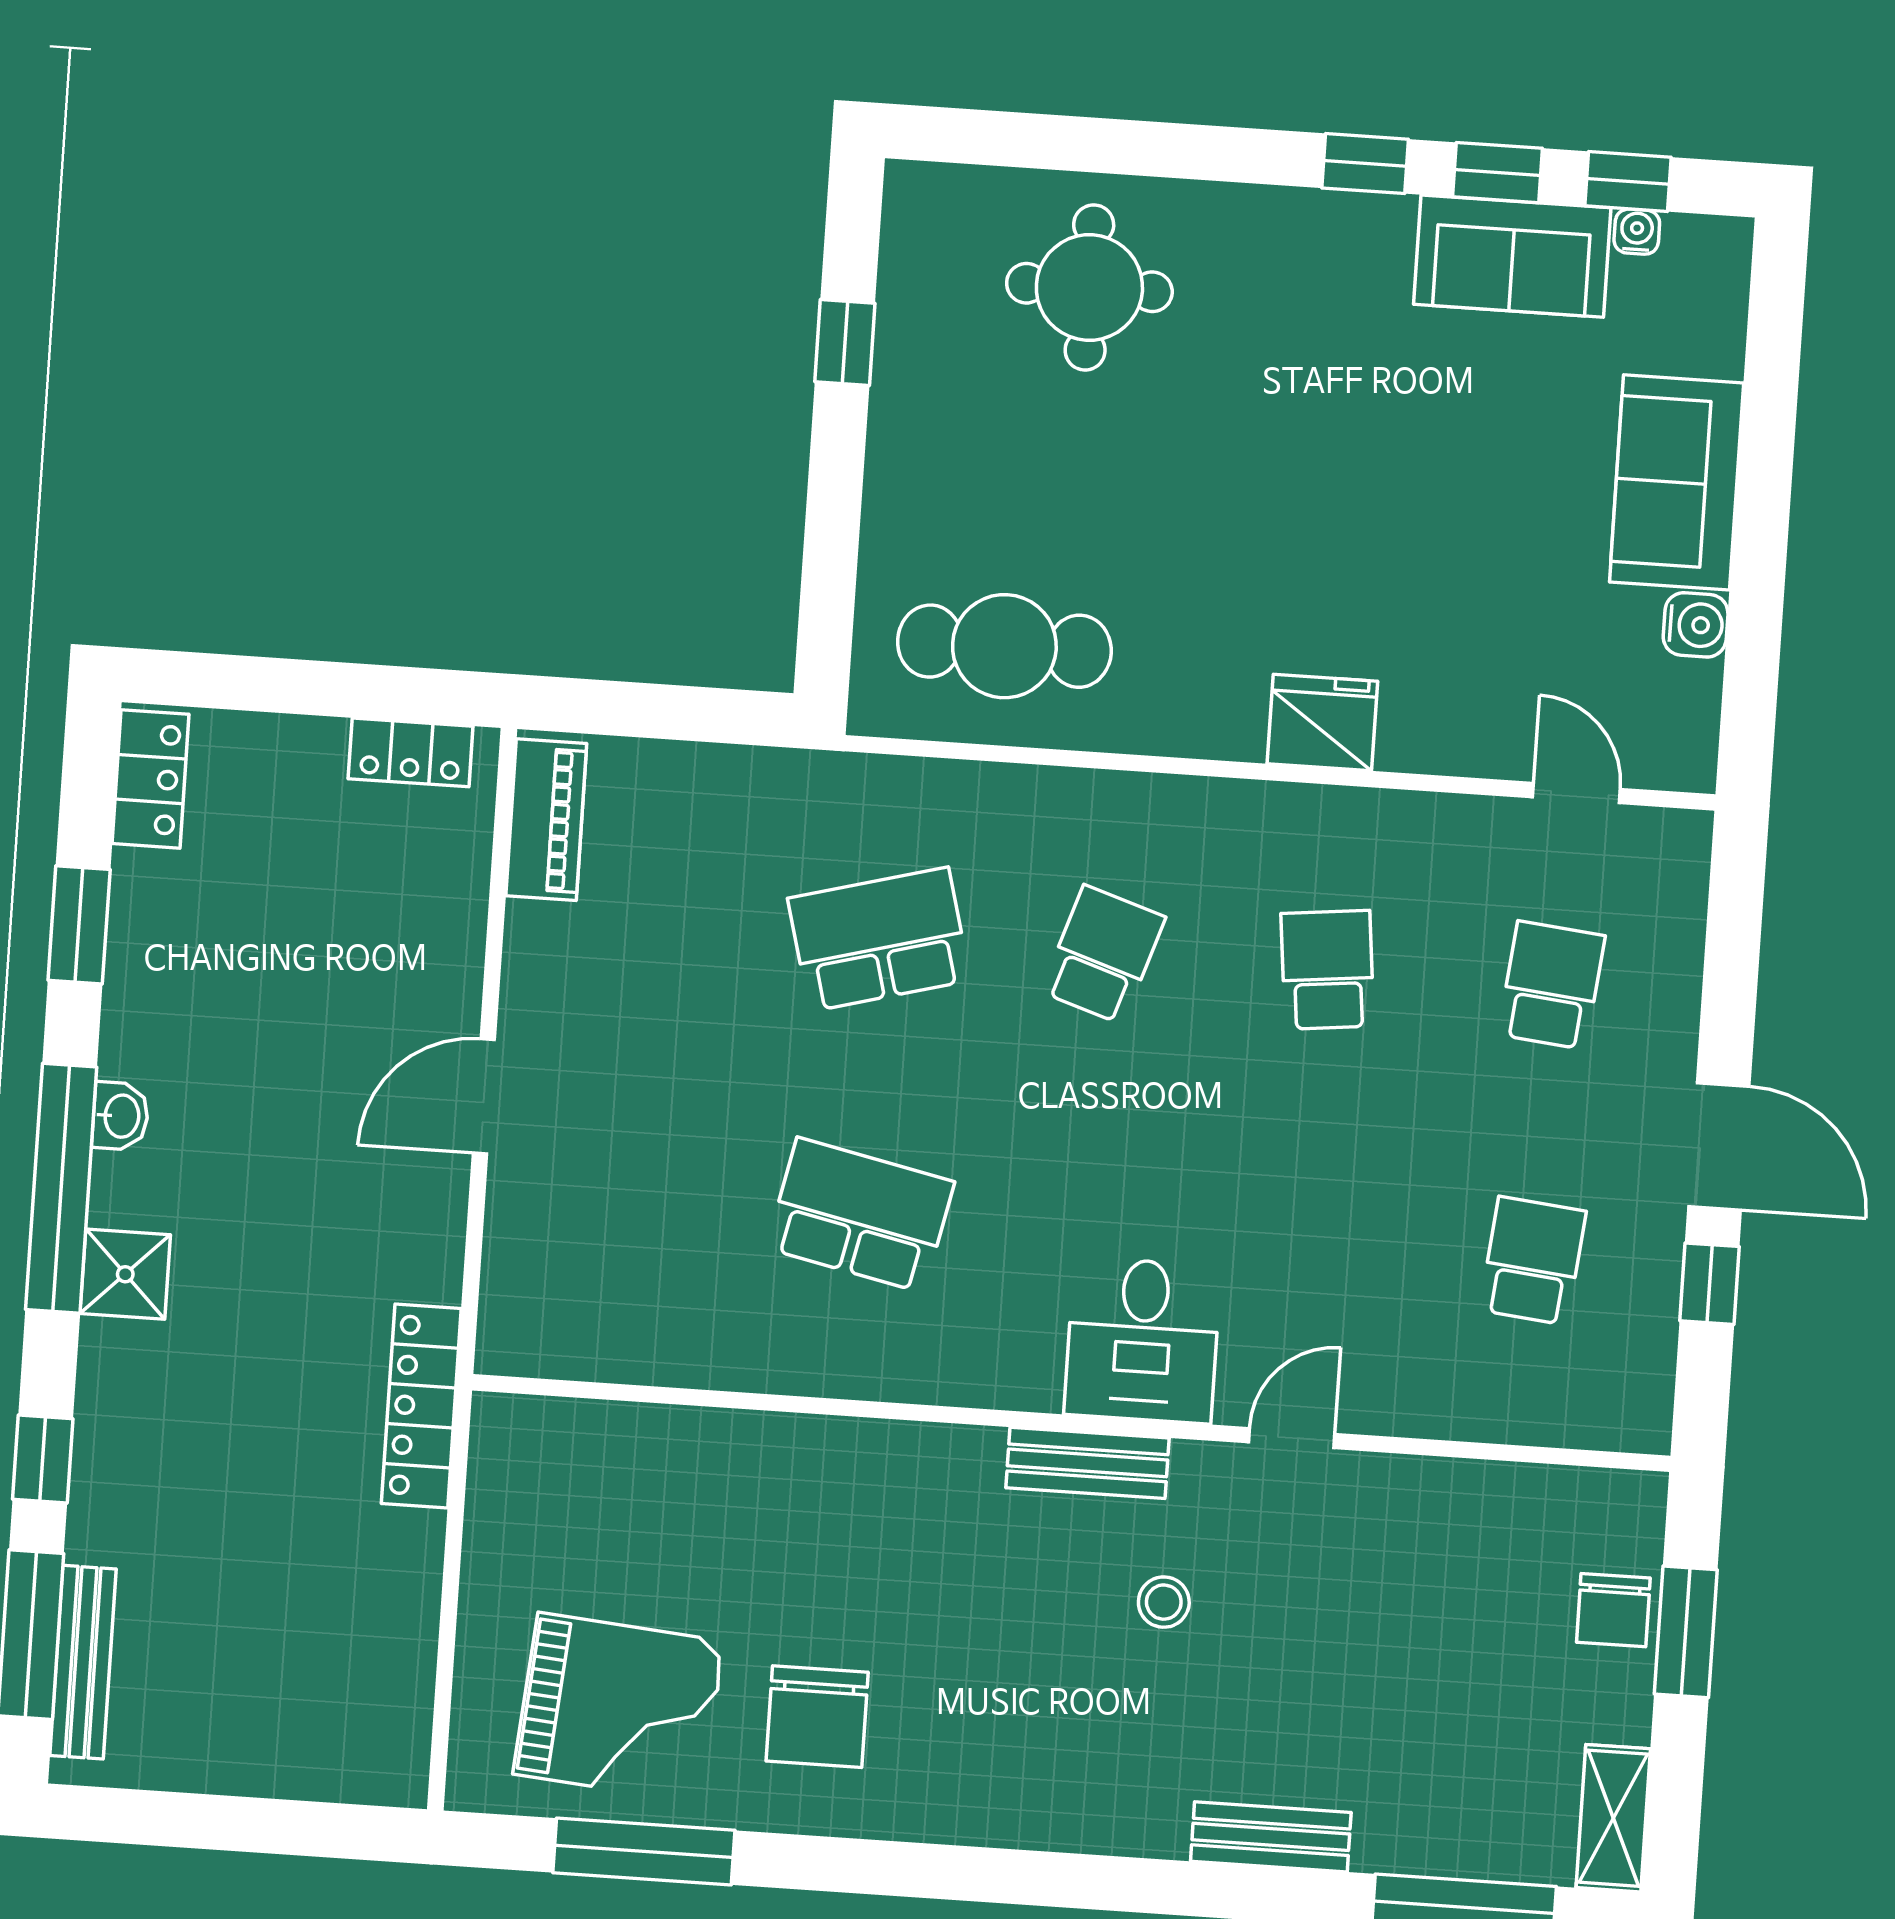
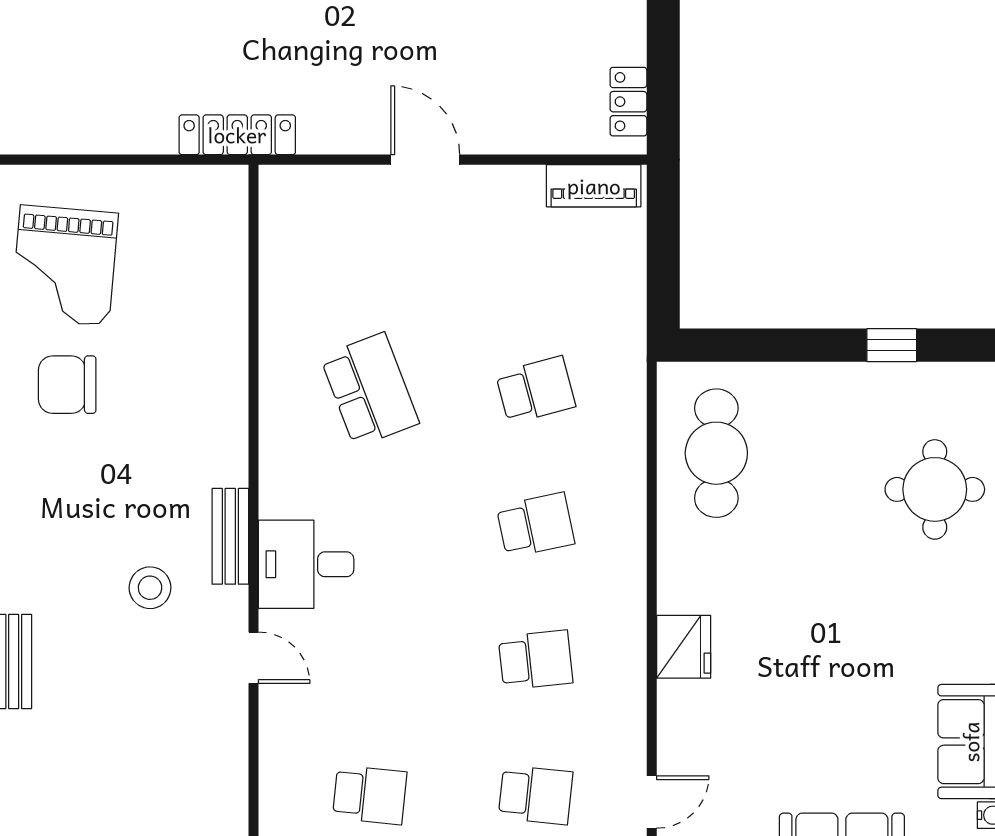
school desk: (879, 939) -> (536, 390), width x0.54
school desk: (1103, 955) -> (536, 525), turned -30
school desk: (860, 1215) -> (370, 390), turned -33
stool: (1164, 1602) -> (150, 588), width x1.37, depth x1.37

